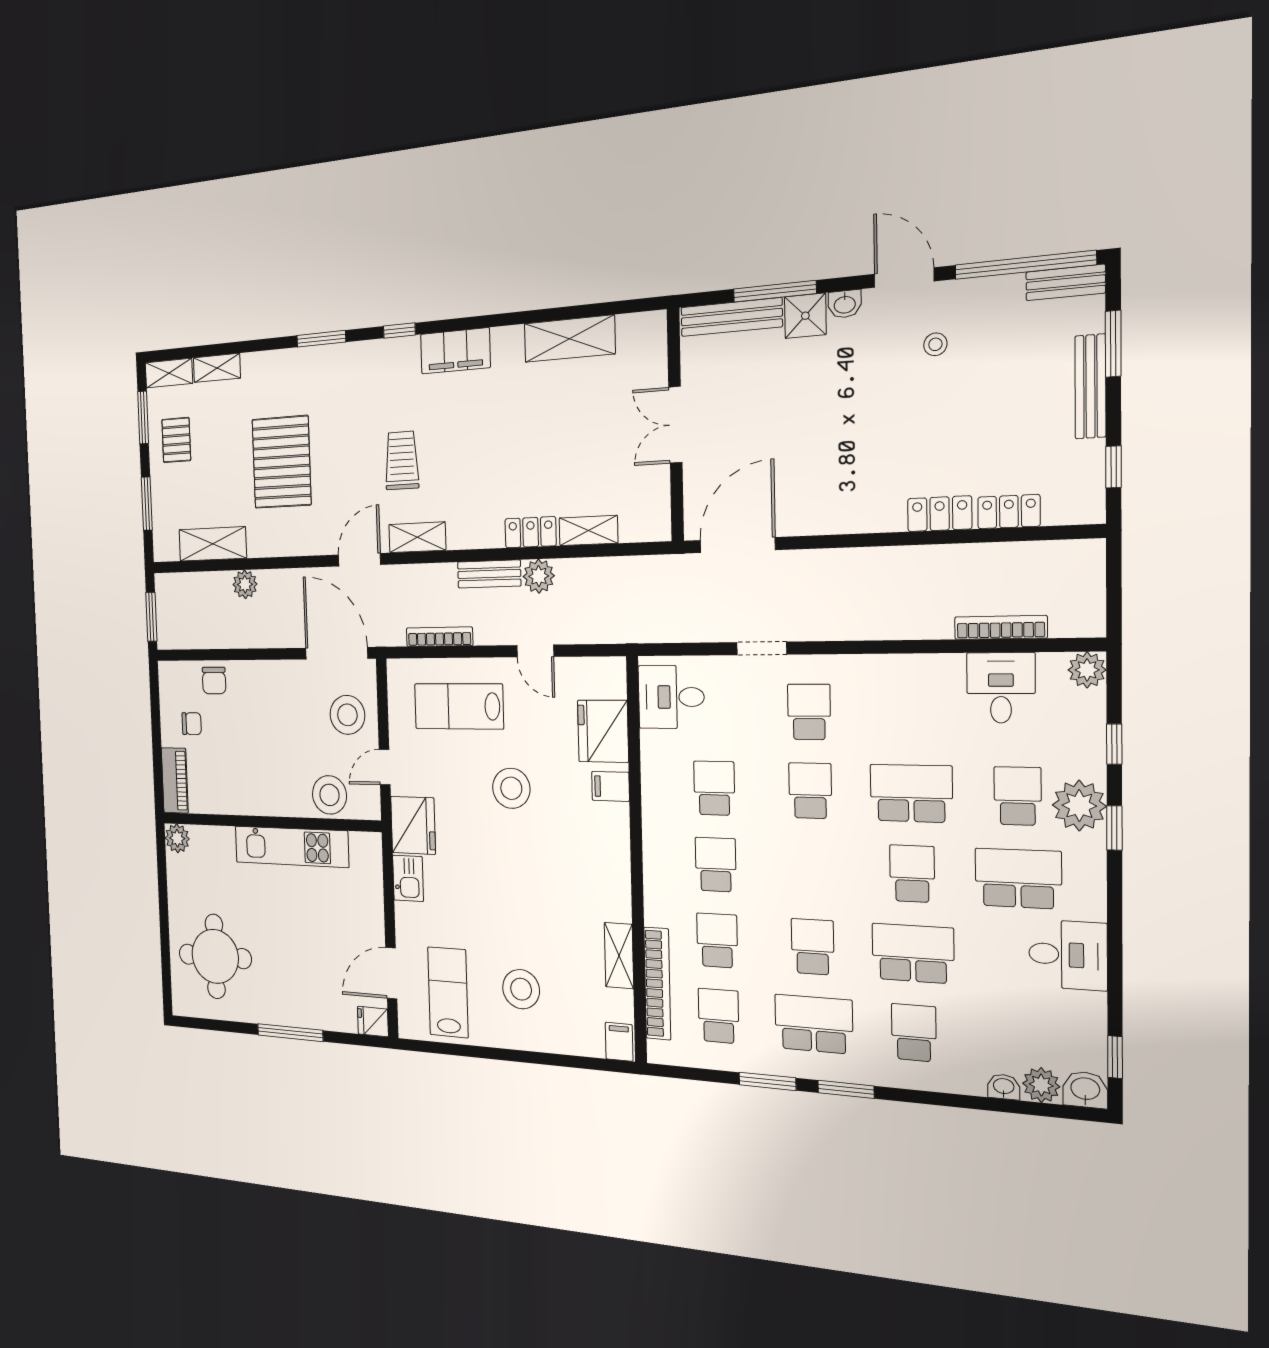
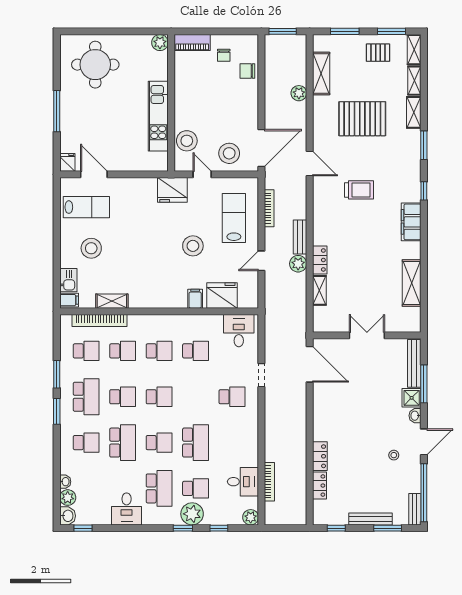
shelving: (417, 537) -> (414, 112), moved
school desk: (810, 791) -> (159, 397), moved
kitchen sink: (408, 878) -> (68, 280), moved, turned -90

